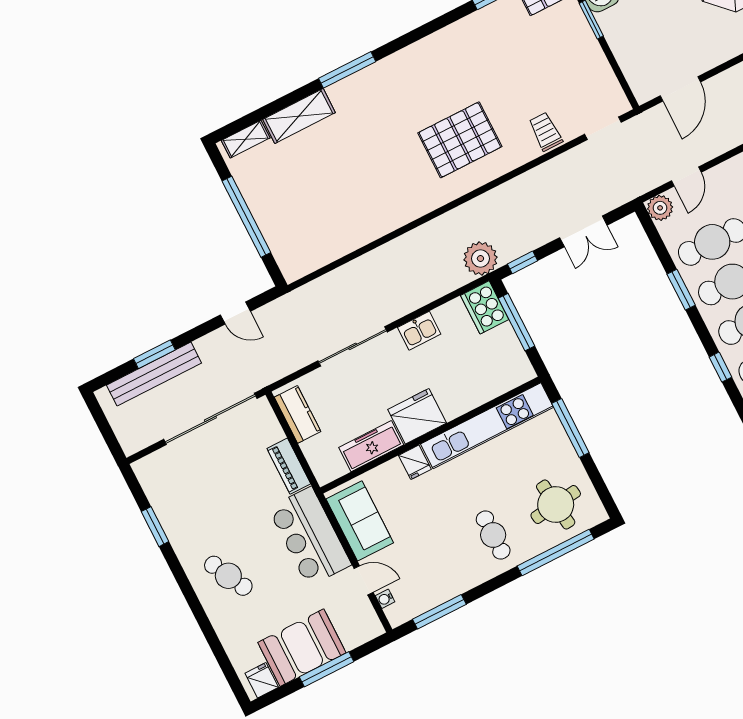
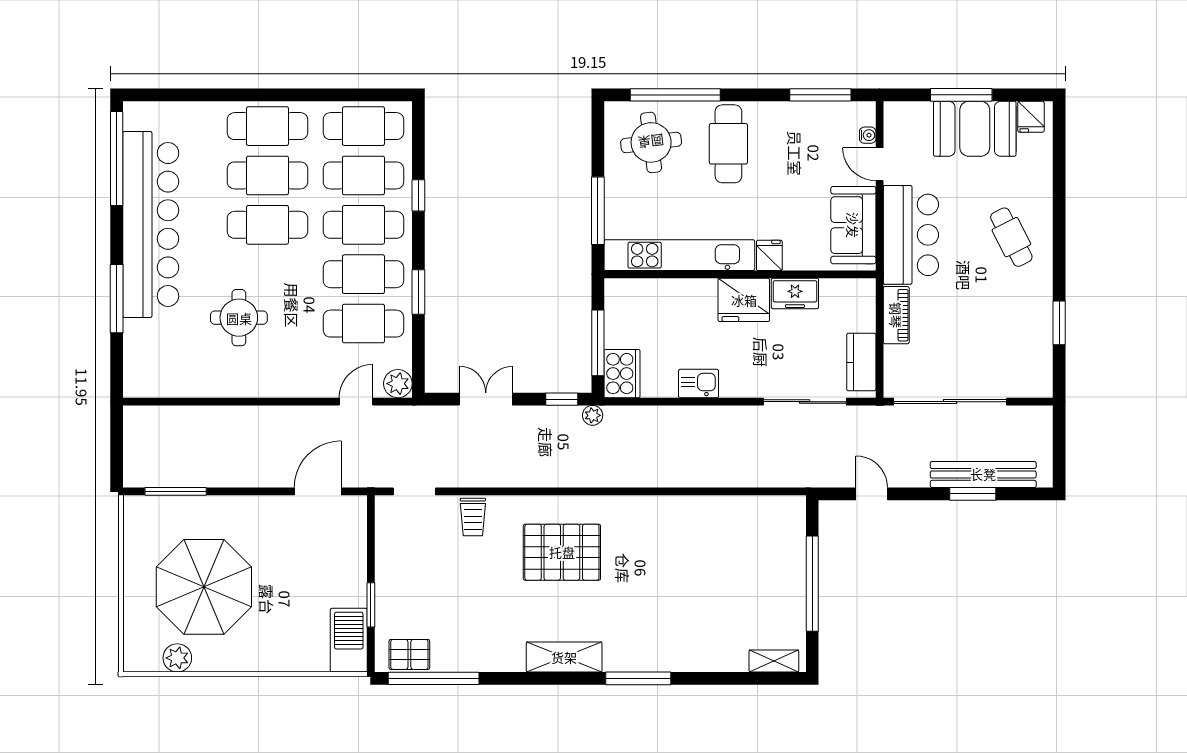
shelving: (299, 116) -> (564, 657), moved
plant: (480, 259) -> (593, 415), width x0.53, depth x0.53
sliding door: (353, 346) -> (805, 402), moved
freezer: (371, 446) -> (795, 293), width x0.71
cafe table: (493, 535) -> (728, 144), width x1.37, depth x1.35

